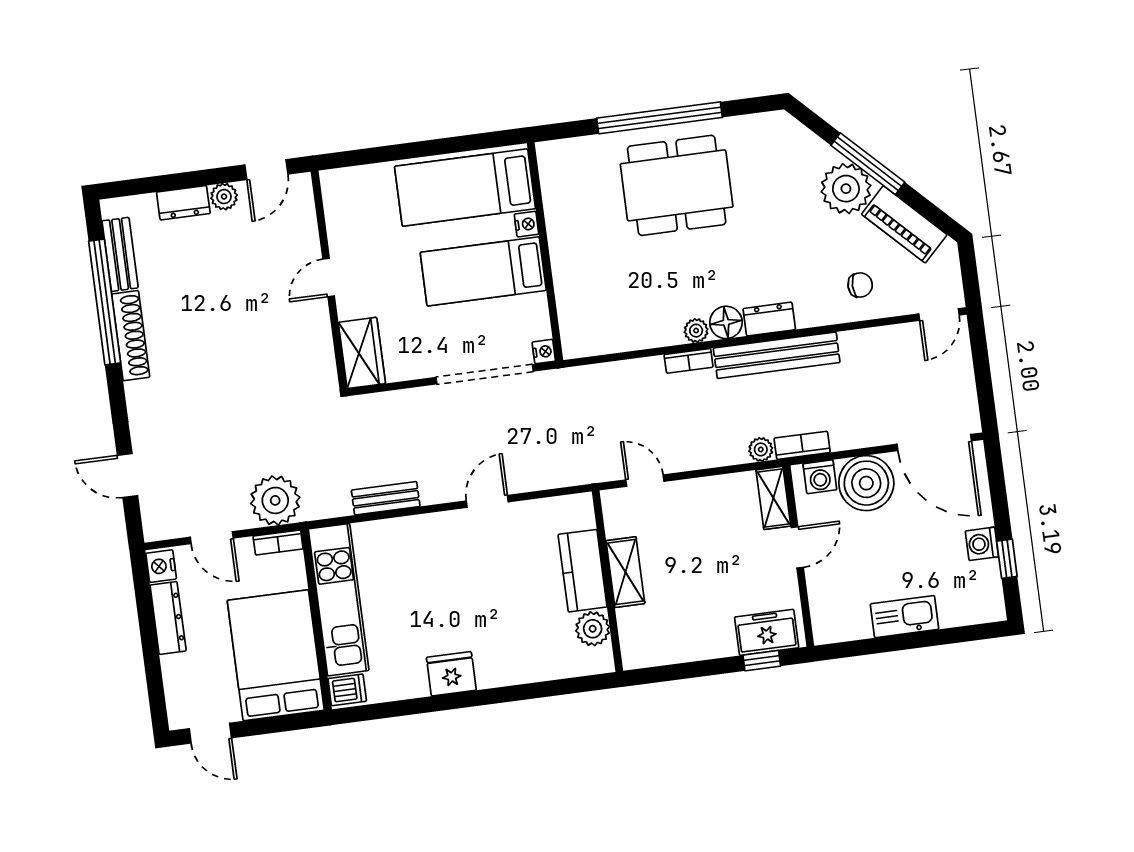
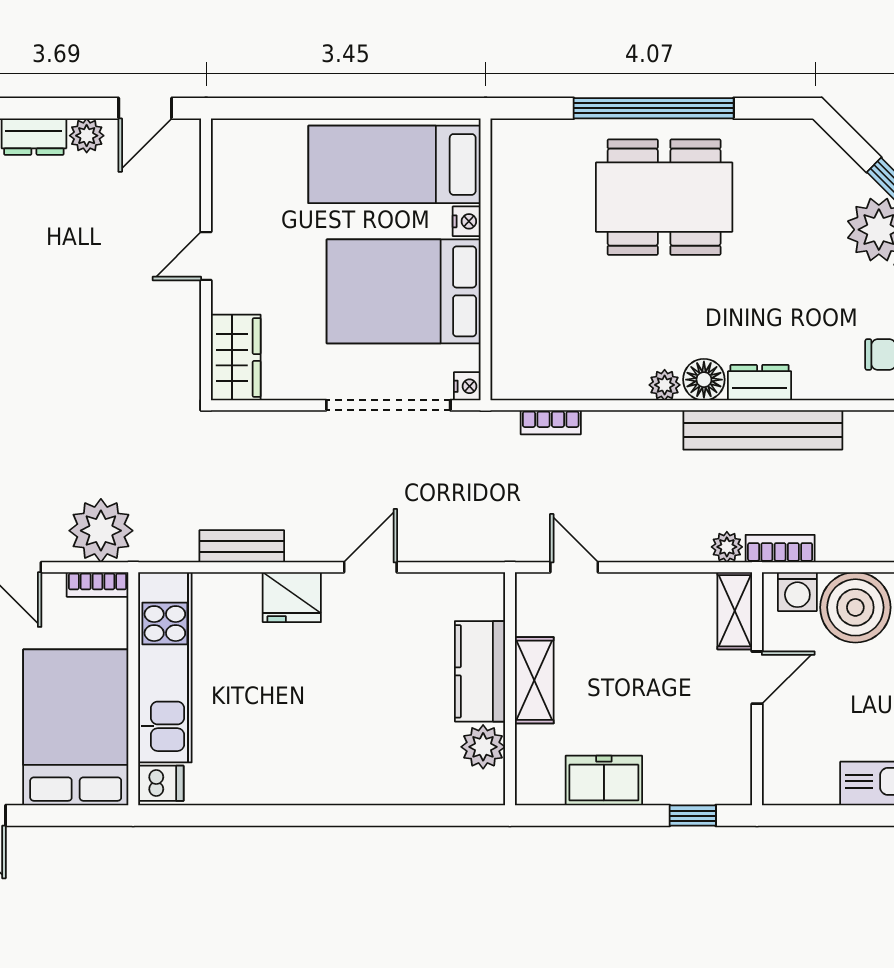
bed: (483, 271) -> (404, 291), width x1.50
bookcase: (689, 361) -> (551, 422), moved
freezer: (767, 632) -> (604, 781), moved
fridge: (451, 674) -> (292, 597), moved, turned 180

